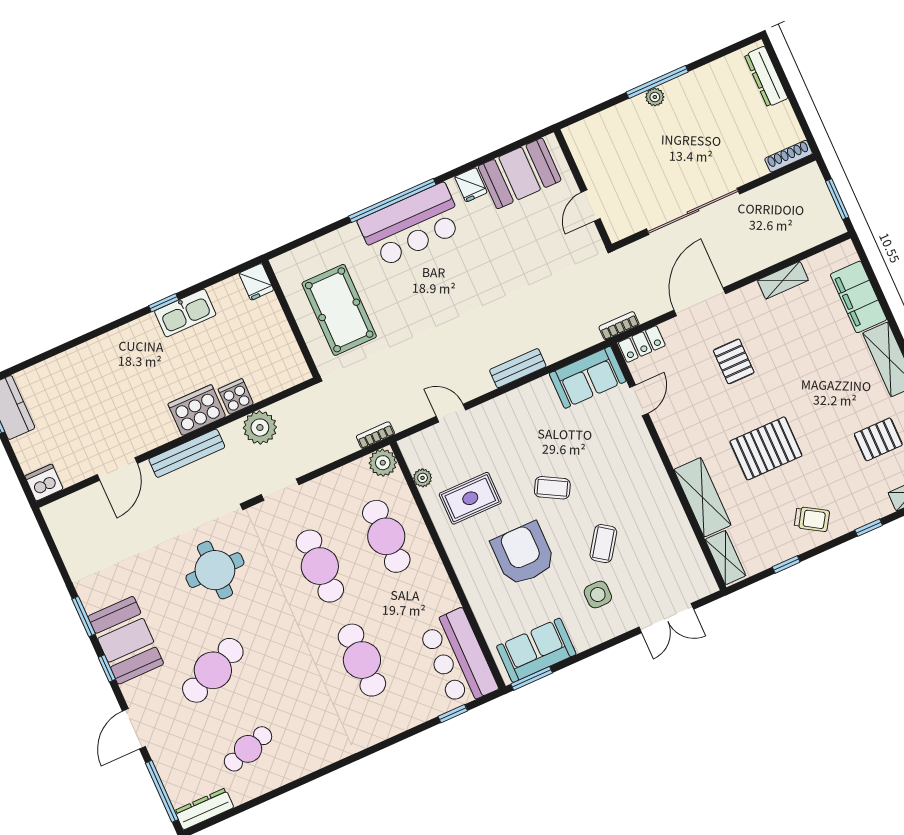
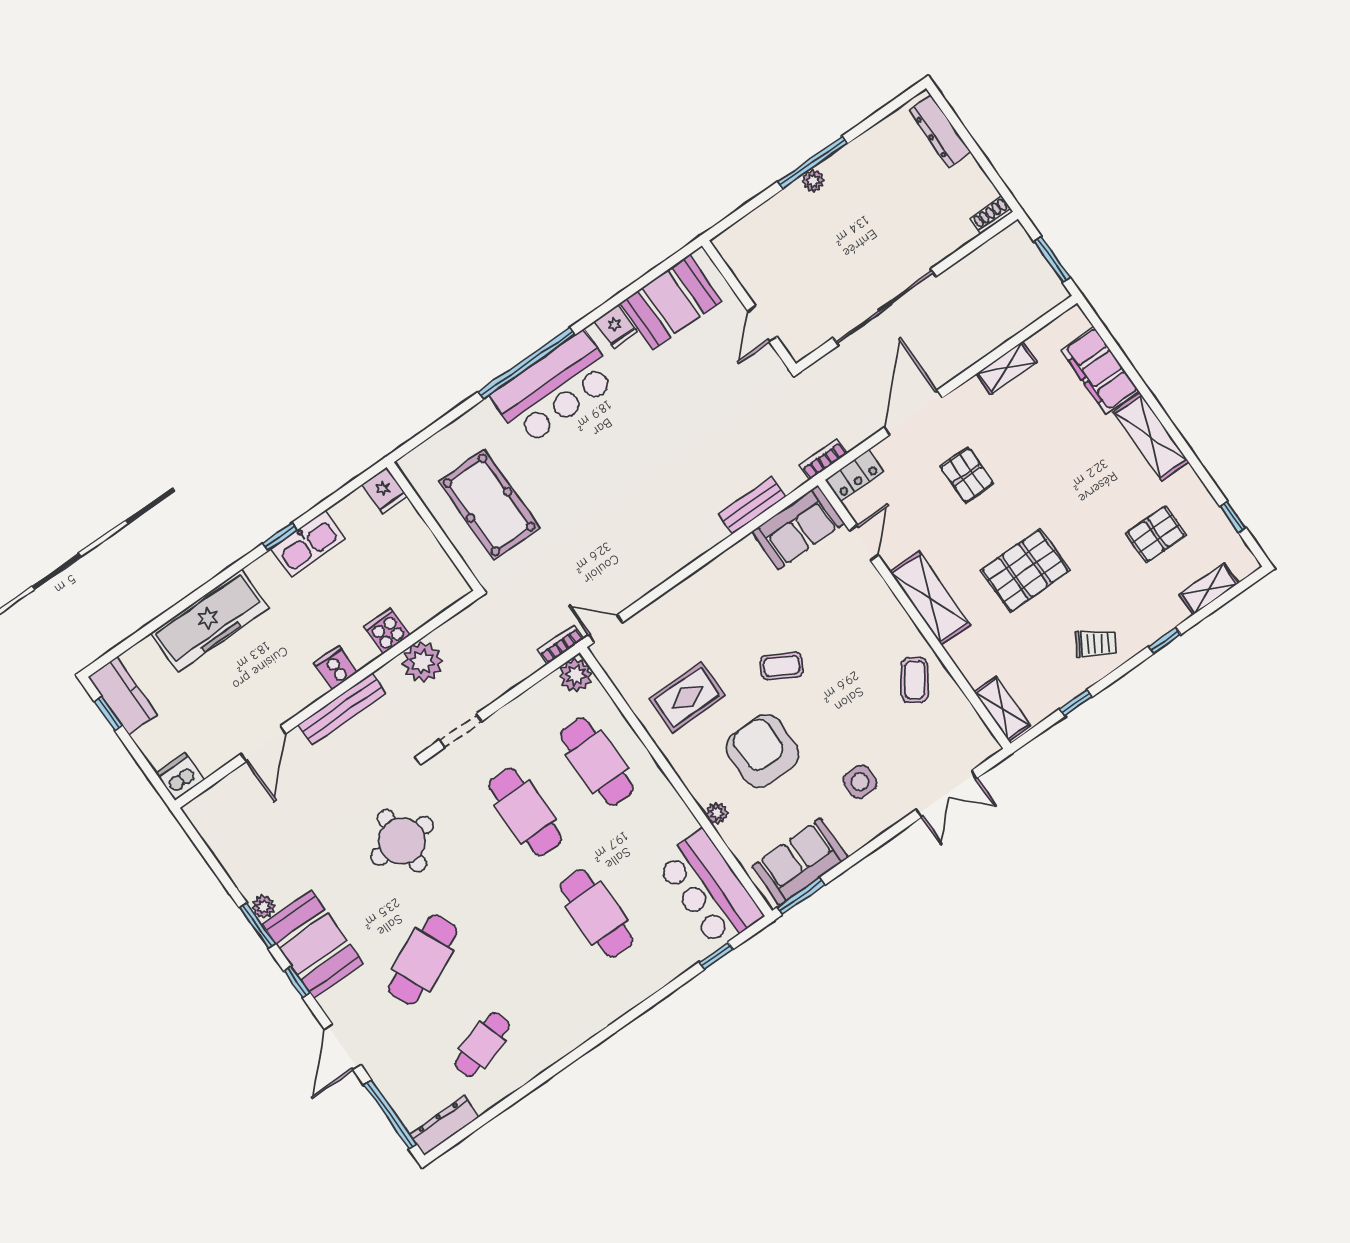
shoe rack: (789, 156) -> (992, 215), width x0.70
freezer: (93, 360) -> (210, 621), added
bench: (518, 368) -> (752, 505), moved
cooker: (197, 410) -> (336, 668), width x0.53, depth x0.76
door: (451, 413) -> (606, 629), moved
plant: (423, 478) -> (717, 813), moved
shelving: (702, 497) -> (930, 598), moved
coffee table: (603, 544) -> (915, 680), moved
plant: (91, 602) -> (263, 907), added

